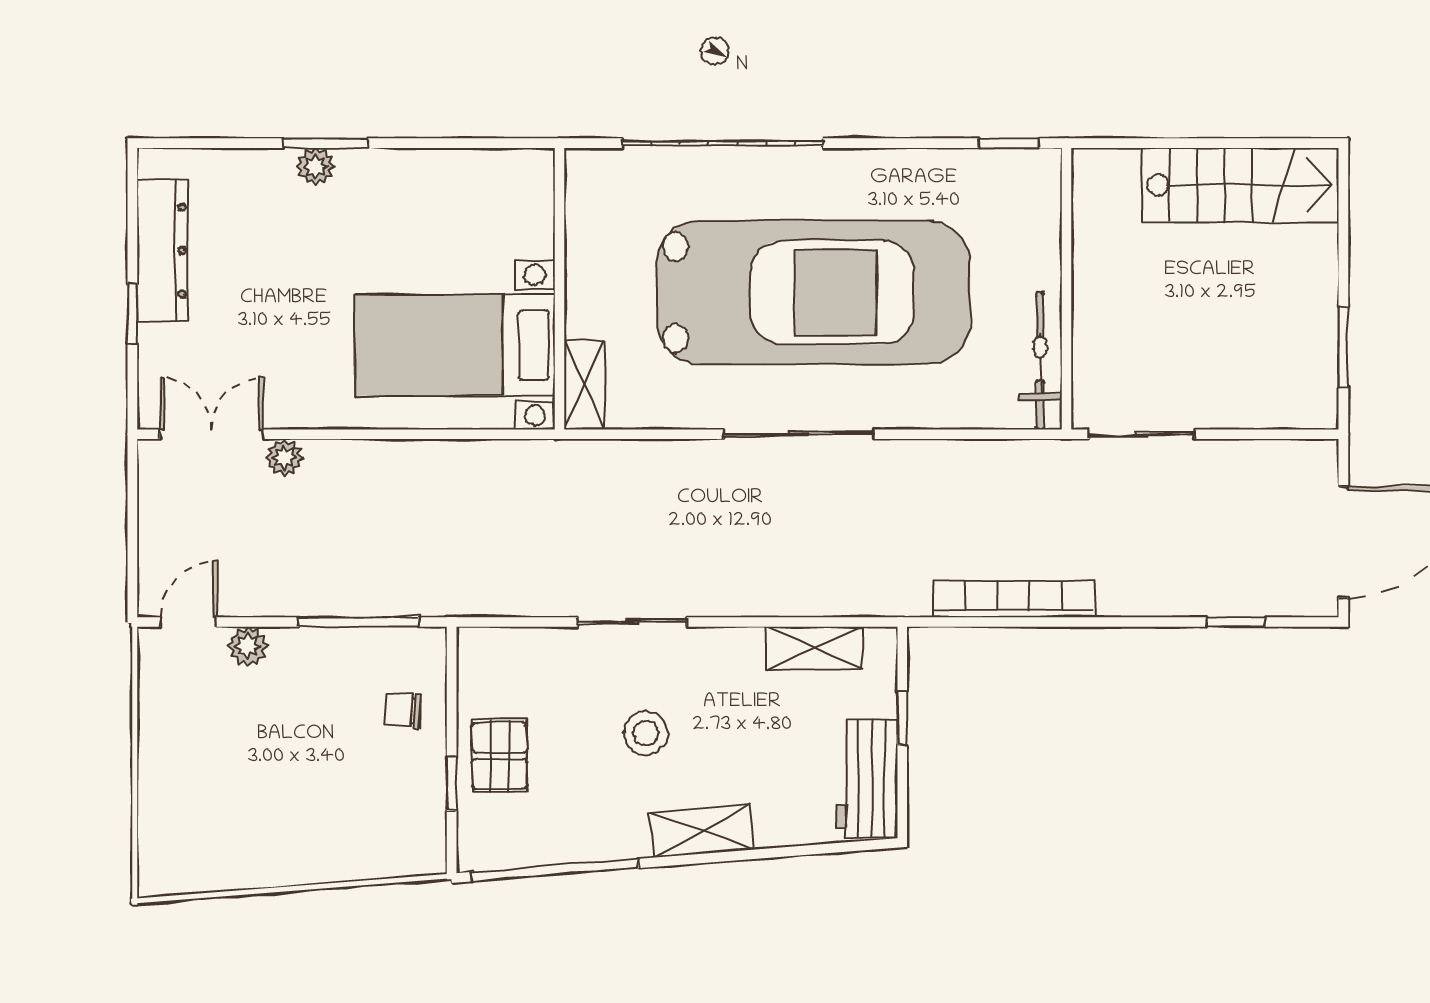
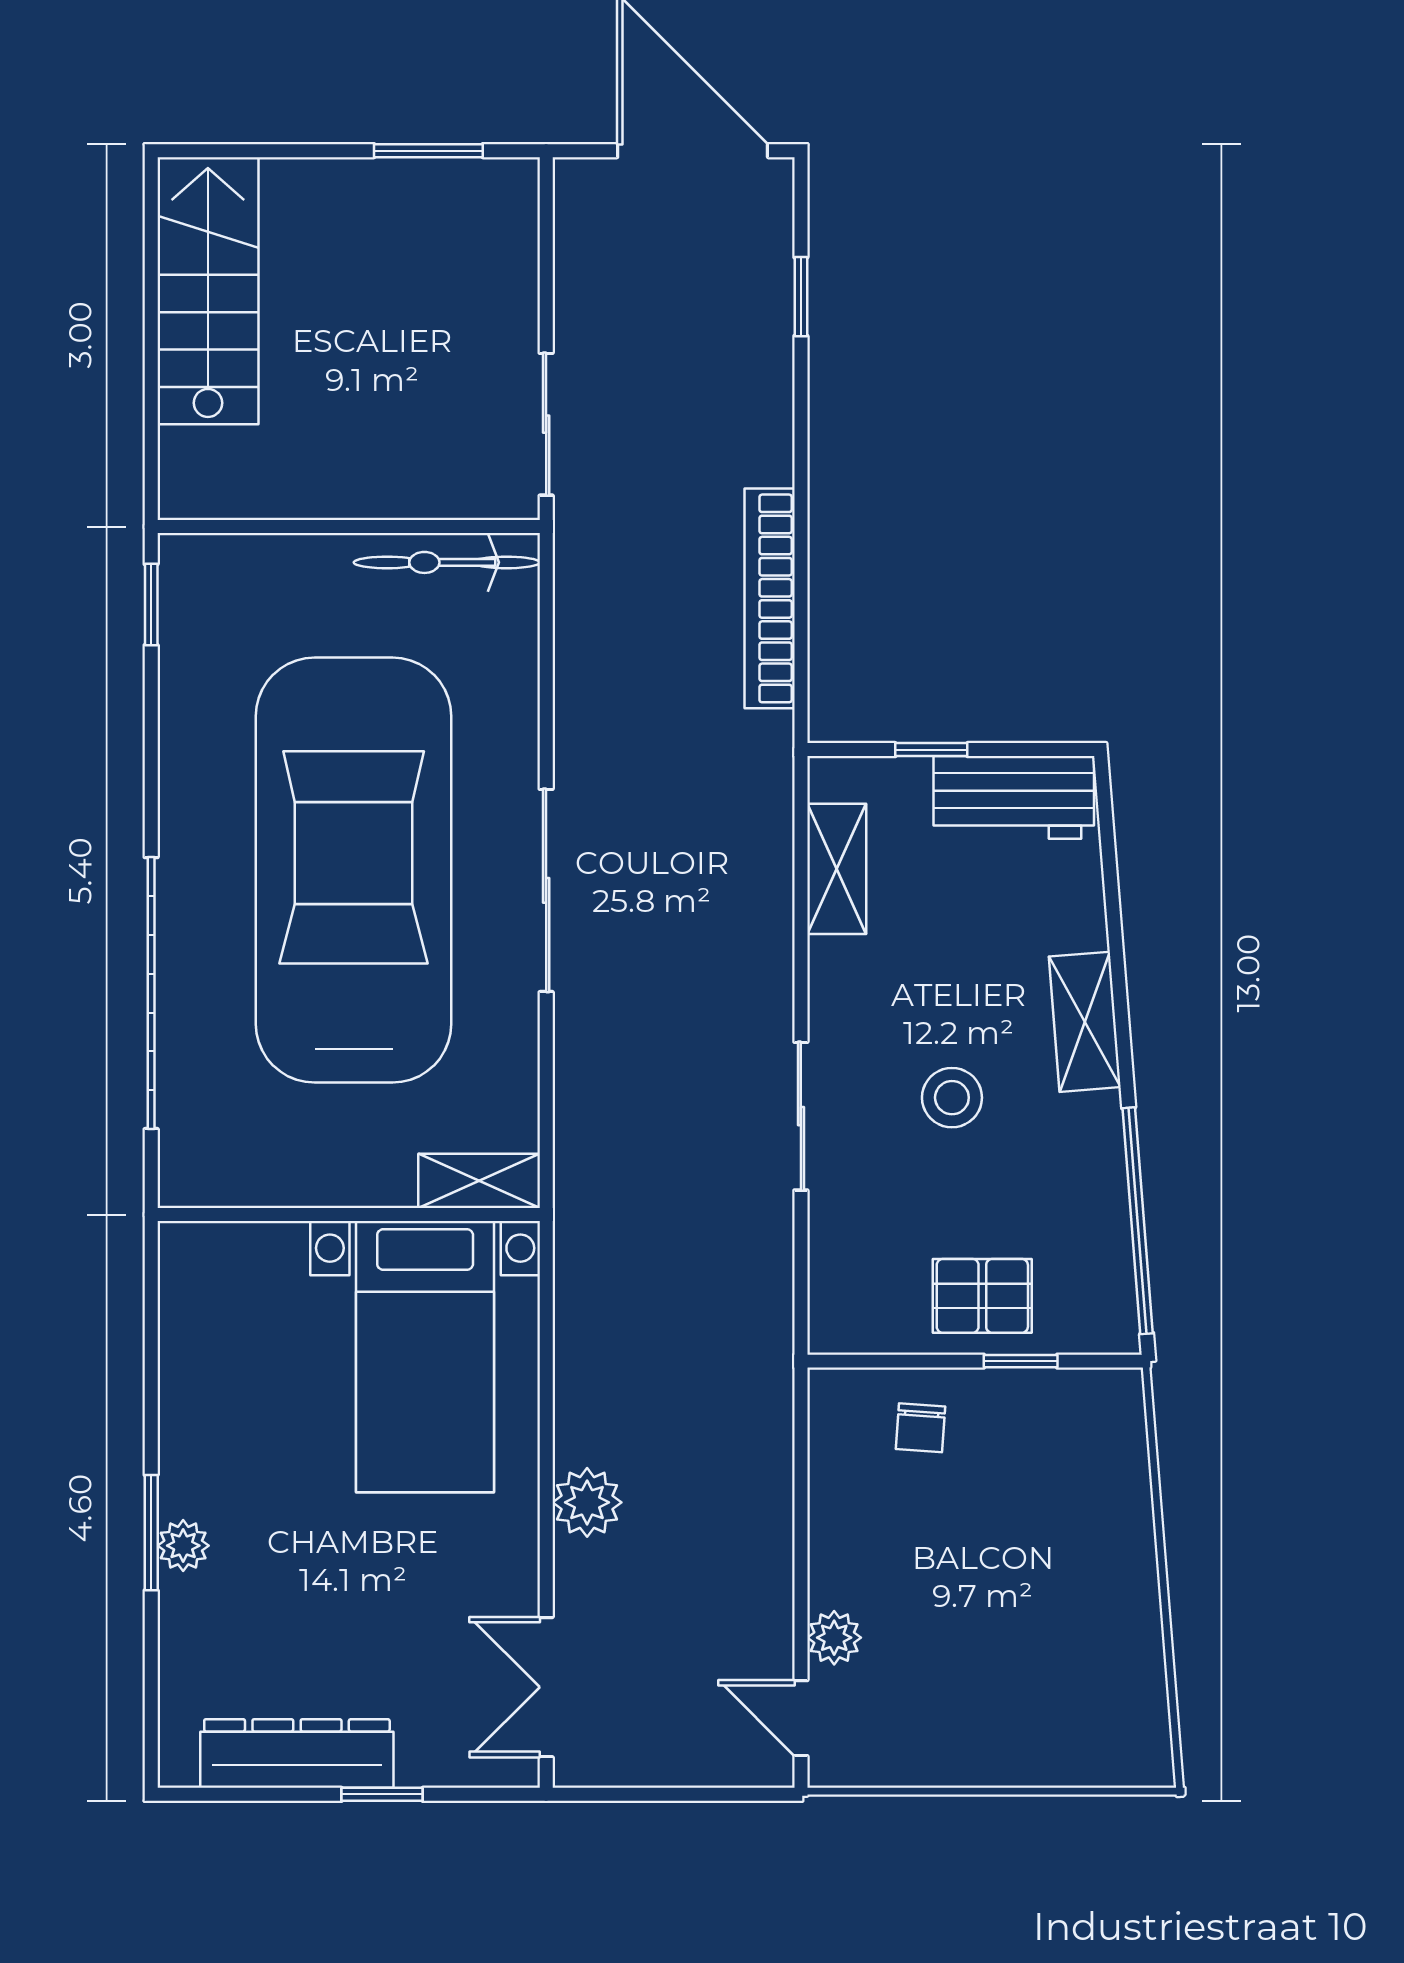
plant: (284, 457) -> (587, 1502), moved, width x1.38, depth x1.38
window: (358, 622) -> (801, 1487), removed

